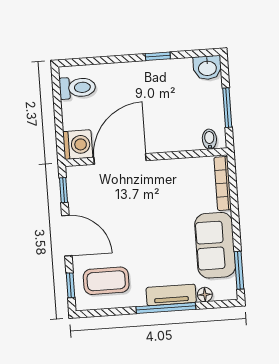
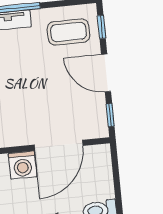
washing machine: (78, 145) -> (23, 165), moved, turned -90

